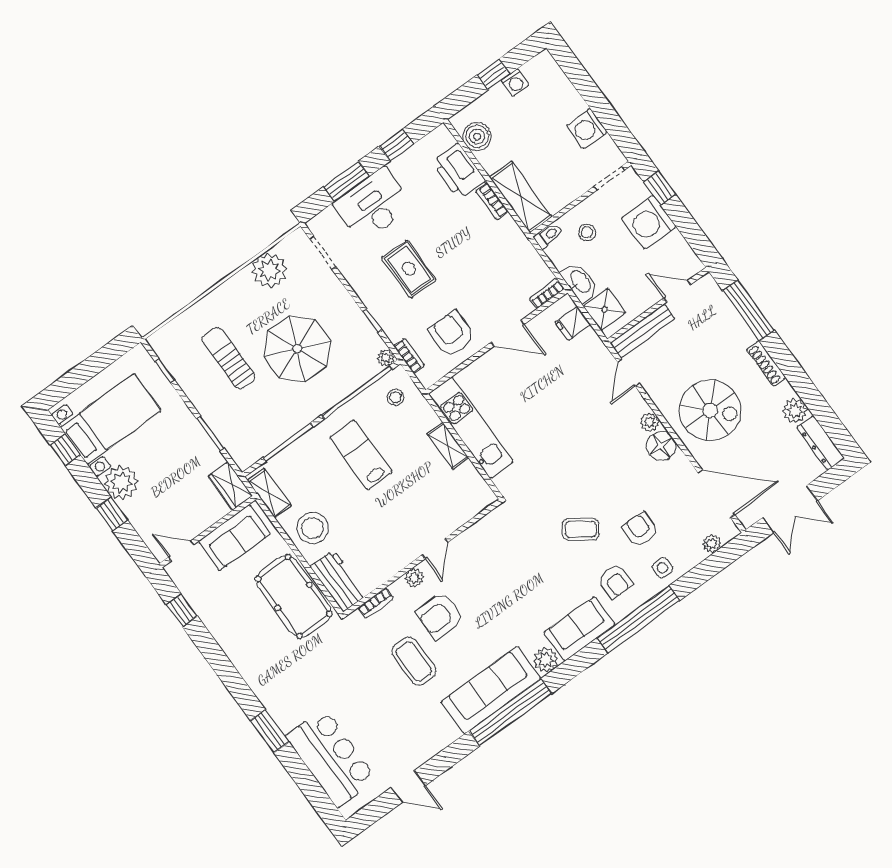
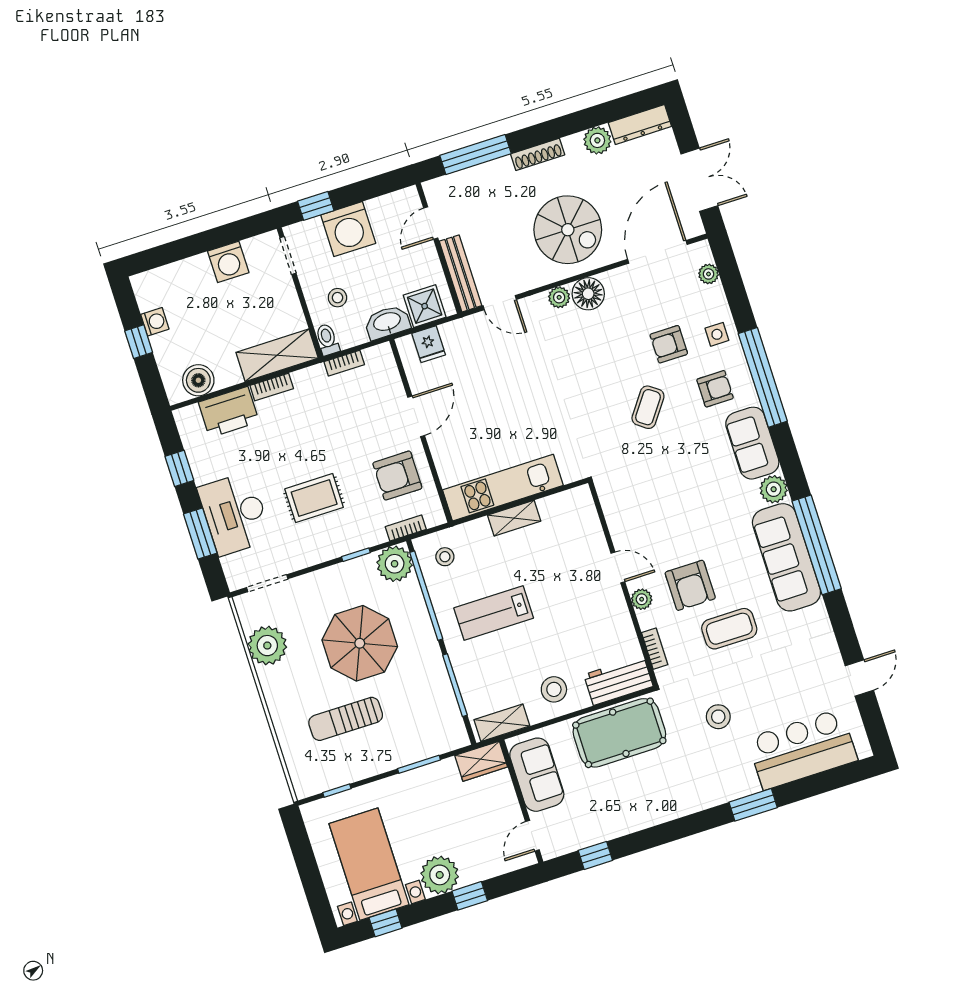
bookcase: (547, 293) -> (344, 363), moved, turned -90
plant: (386, 358) -> (395, 564), width x1.88, depth x1.88
spiral stairs: (710, 411) -> (568, 230), turned 90
stool: (312, 528) -> (554, 689), width x0.73, depth x0.73
stool: (335, 677) -> (718, 717), added

